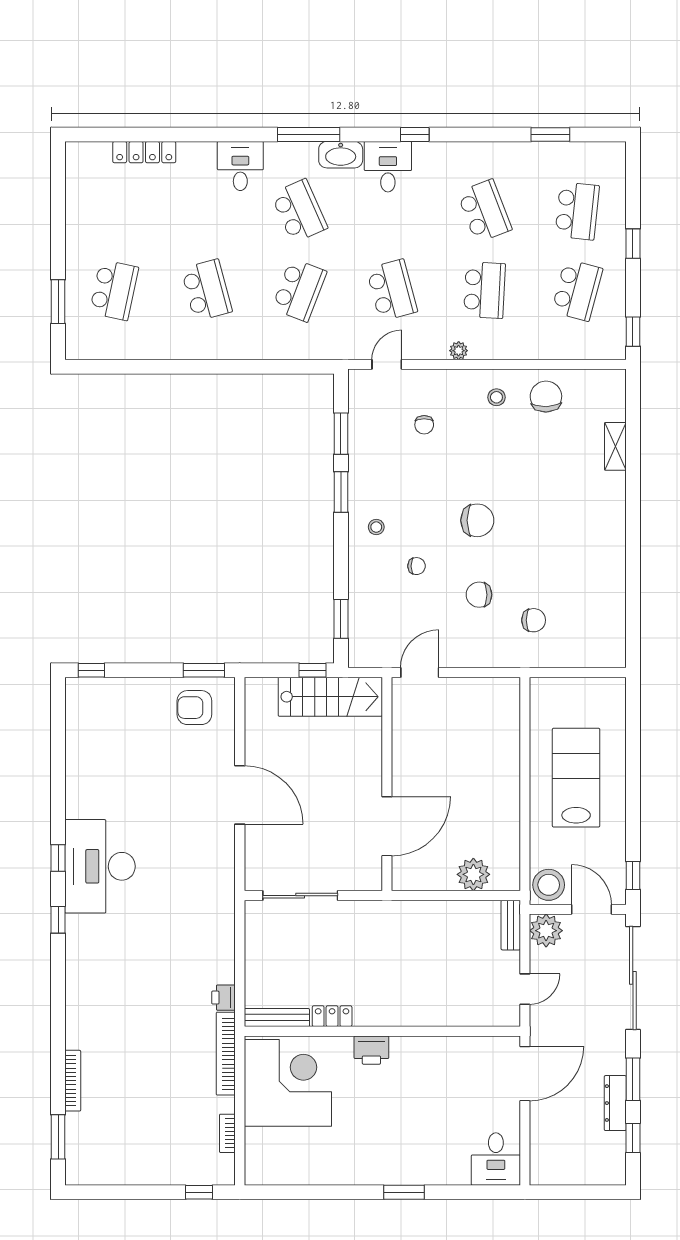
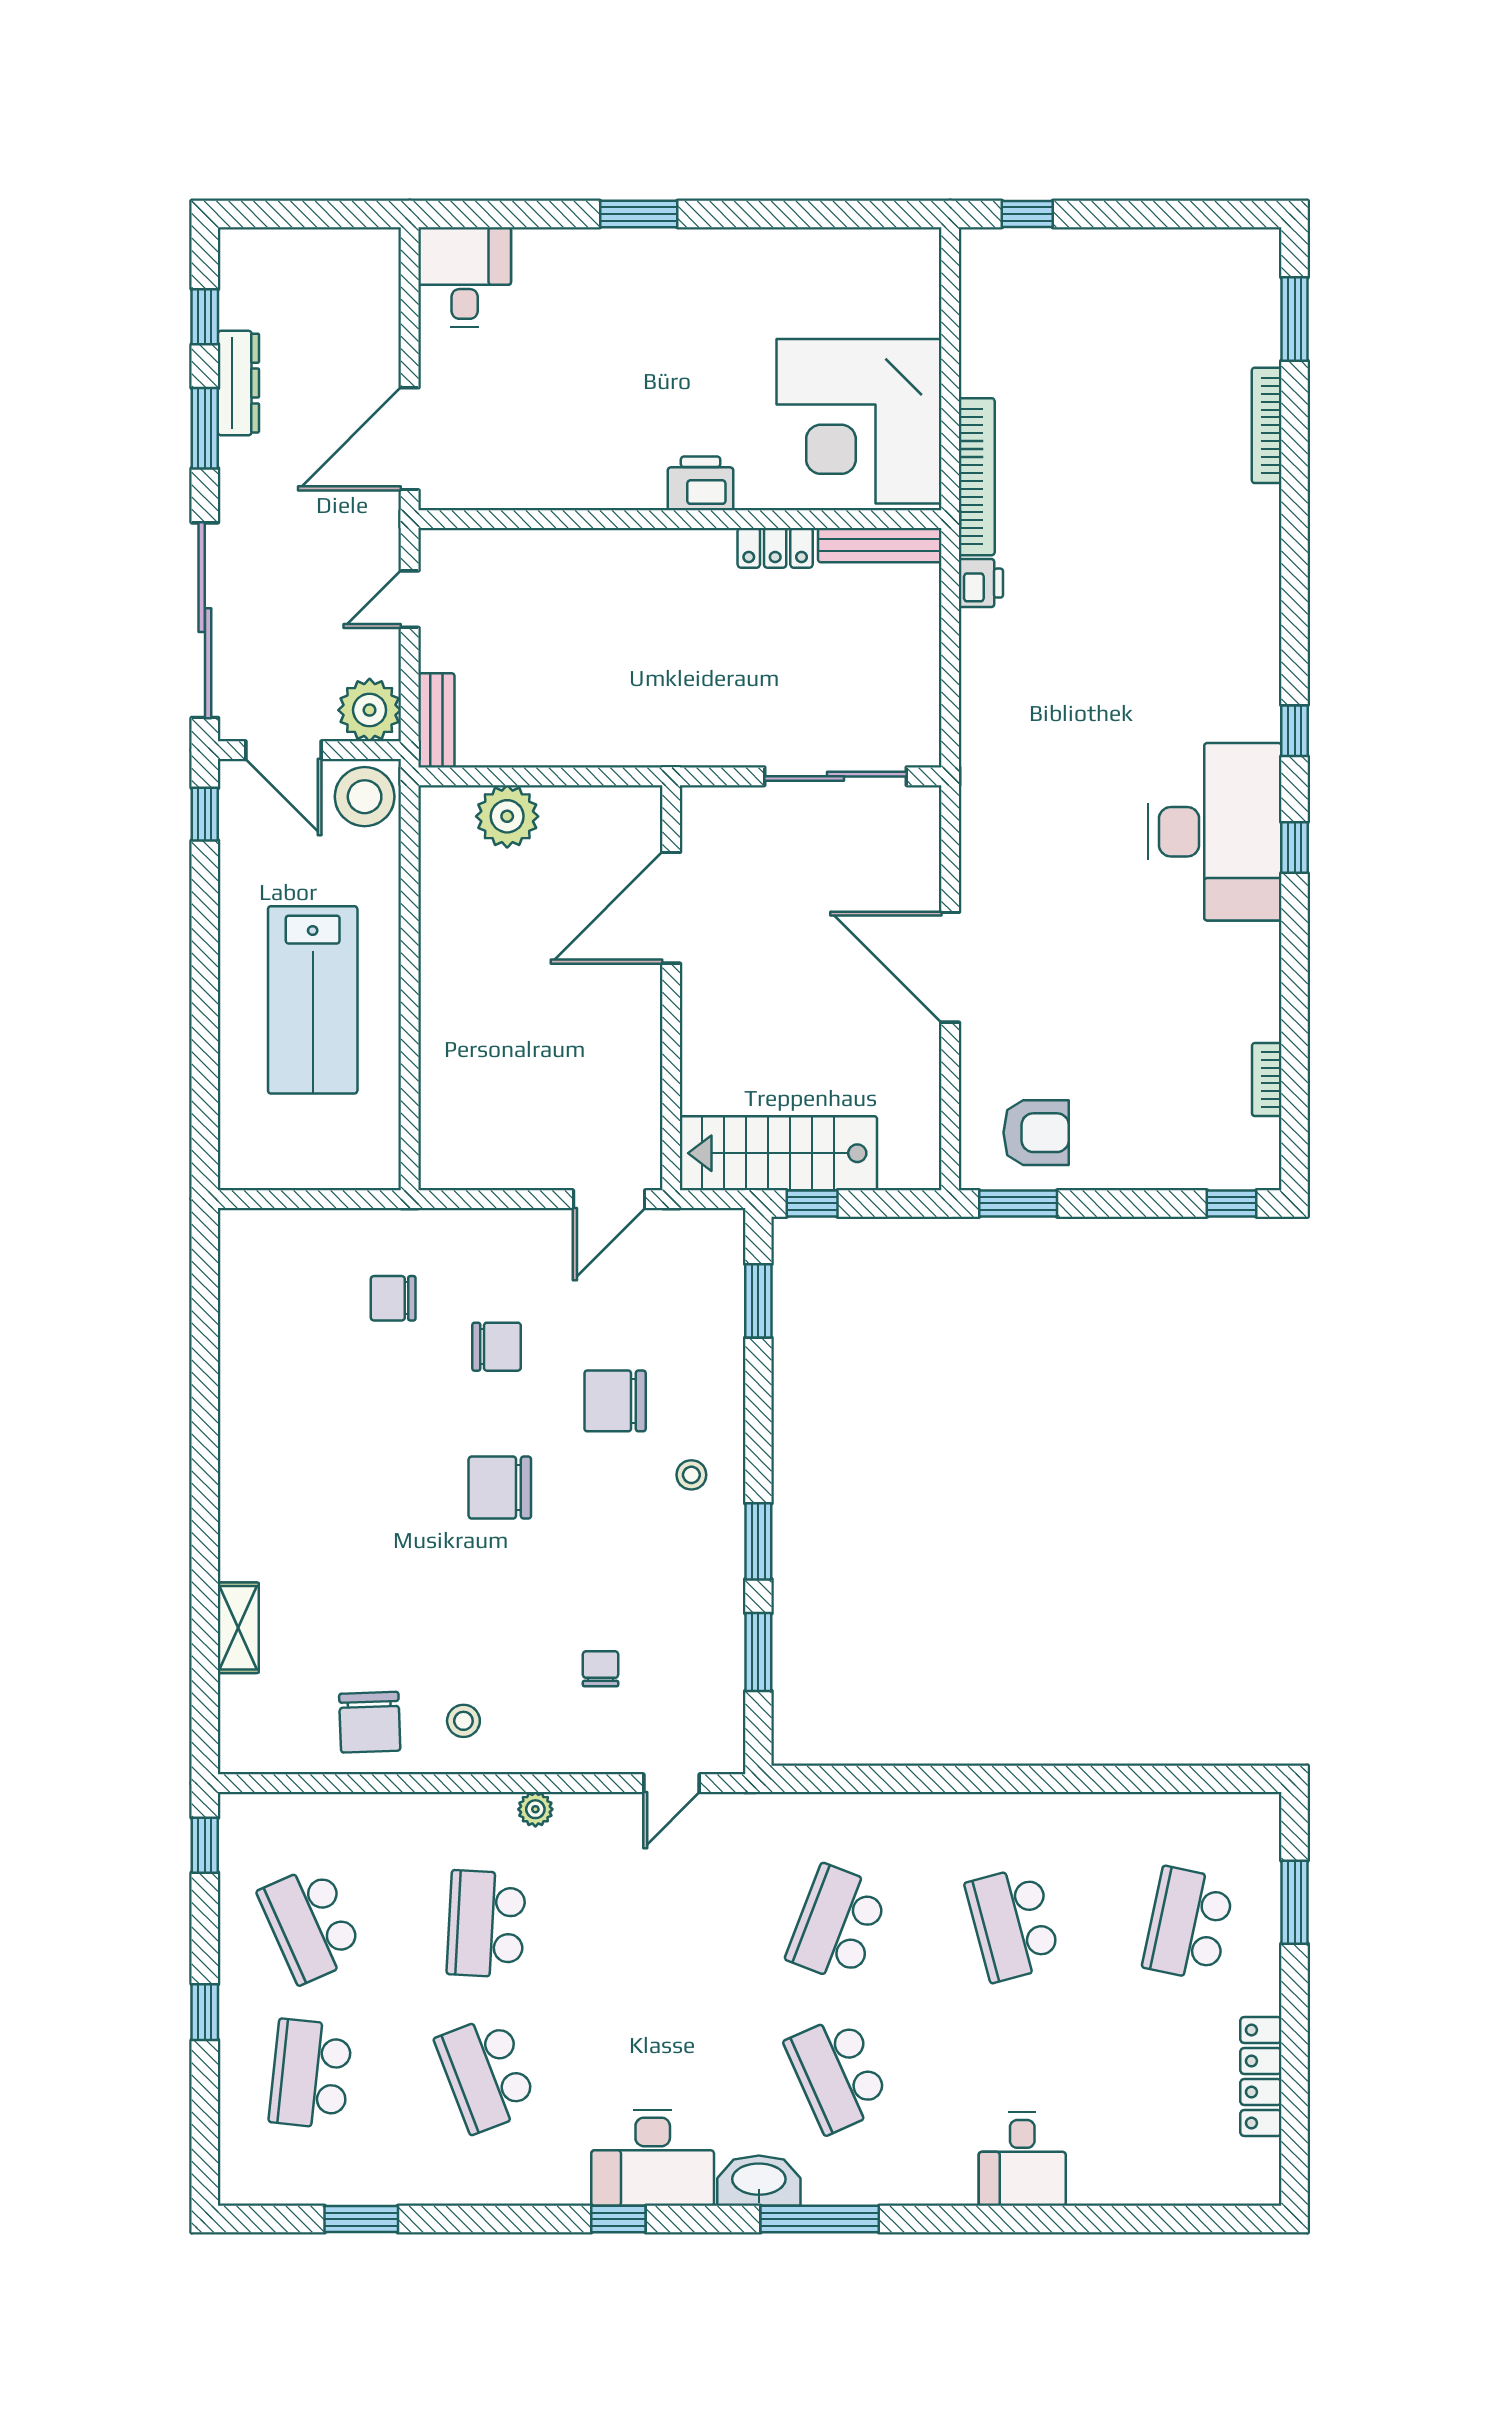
locker: (144, 152) -> (1261, 2077), moved, turned -90
desk: (240, 166) -> (1022, 2159), moved
desk: (388, 167) -> (653, 2158), width x1.37
school desk: (392, 290) -> (662, 1924), removed
school desk: (577, 290) -> (311, 1924), turned -39
chair: (417, 566) -> (615, 1401), width x1.87, depth x1.87
bookcase: (227, 1133) -> (1267, 1080), moved, turned 180

